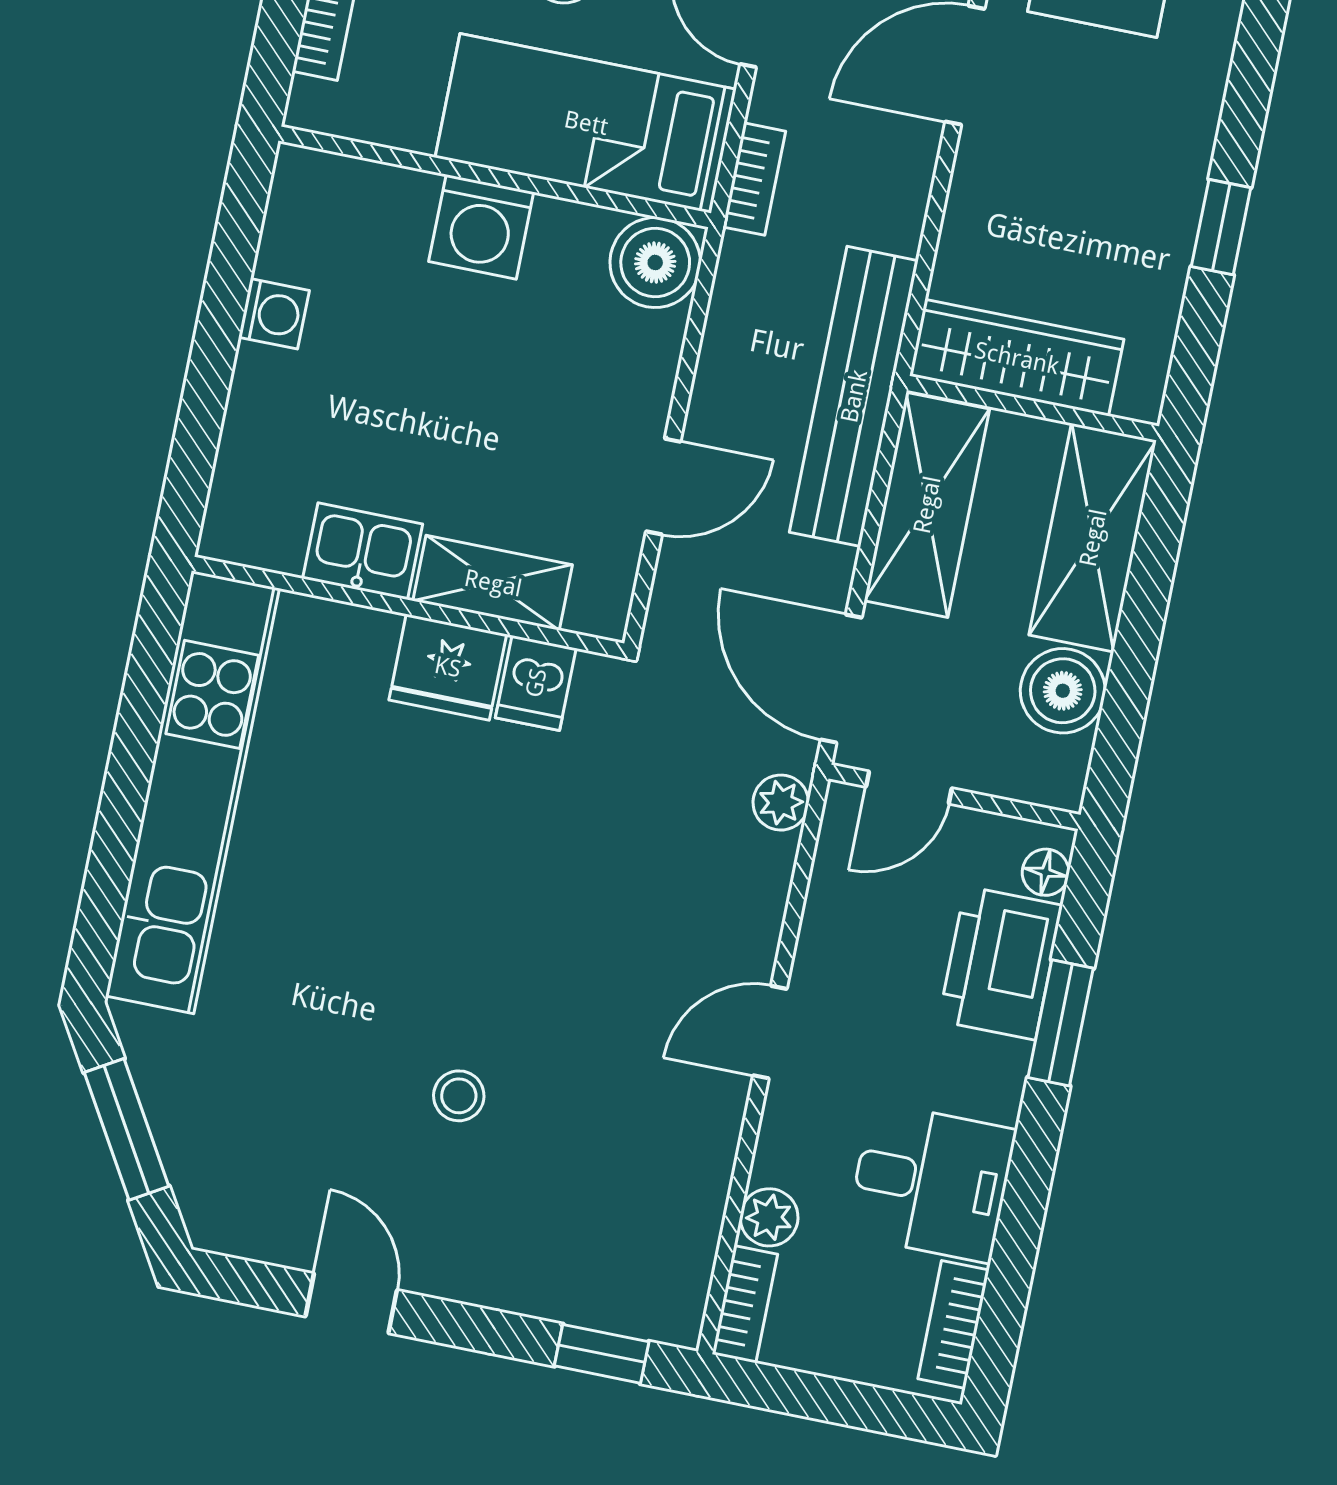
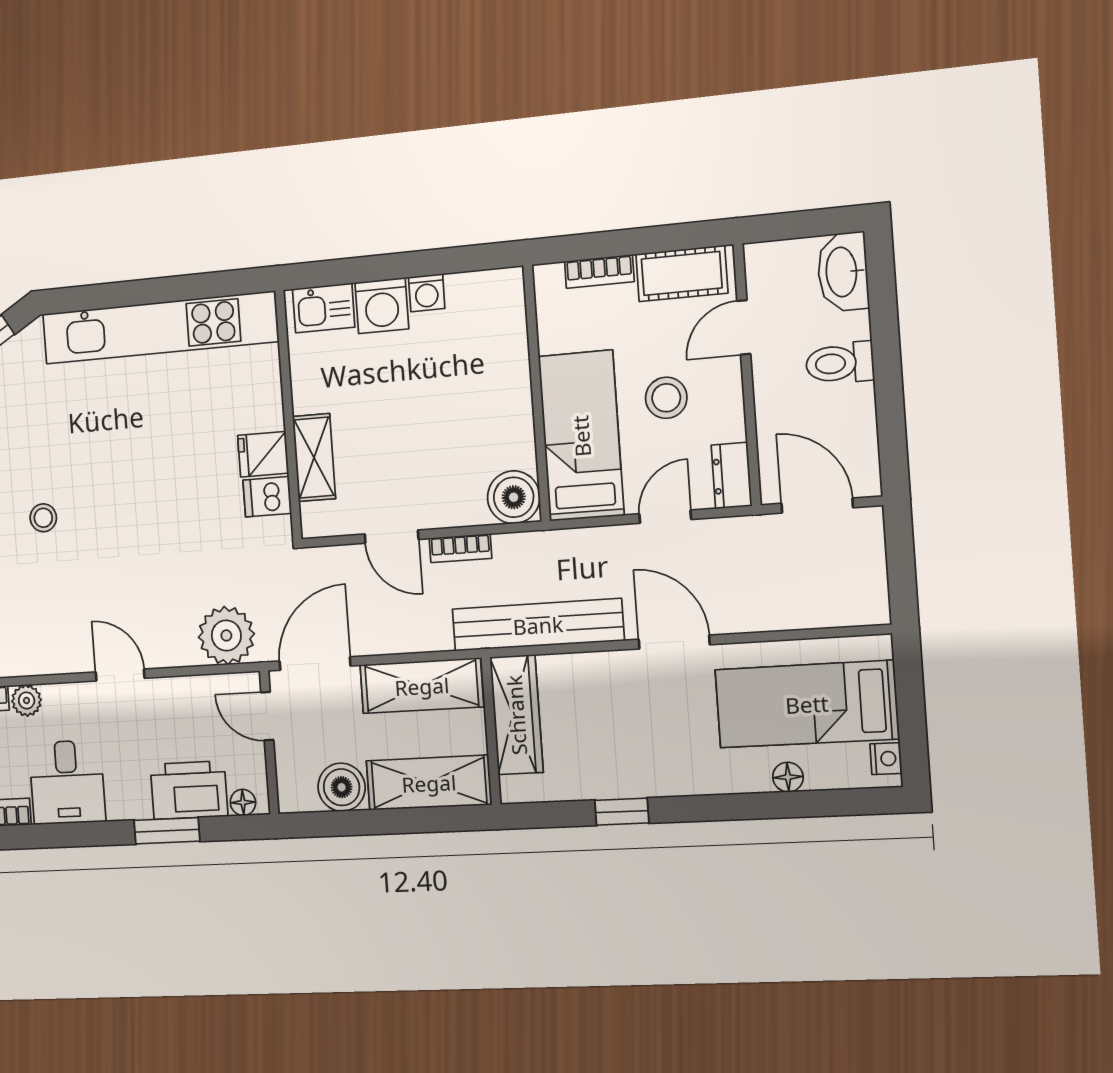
bookcase: (754, 179) -> (460, 548), moved
washing machine: (481, 227) -> (382, 306), moved, turned -90
bench: (854, 396) -> (538, 625), moved
kitchen sink: (363, 551) -> (324, 308), moved, turned 90
fridge: (448, 667) -> (263, 454), width x0.72
plant: (781, 803) -> (226, 635), width x1.88, depth x1.88

